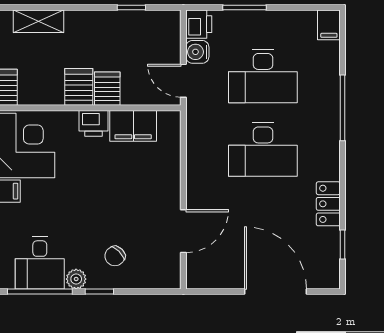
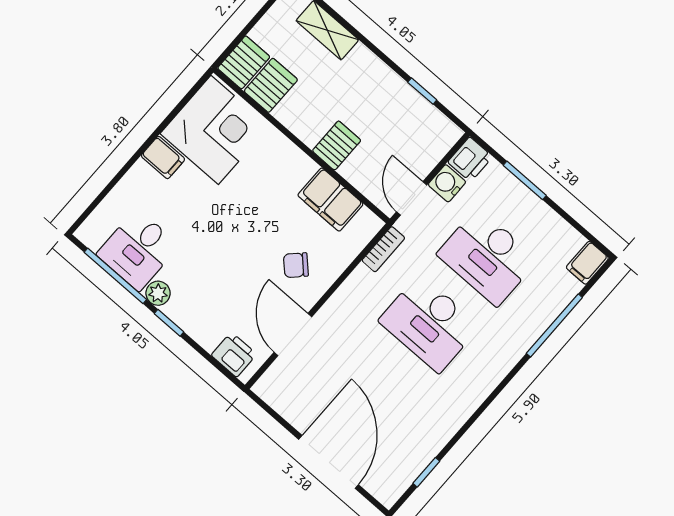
server rack: (79, 87) -> (271, 85), moved
window: (343, 108) -> (554, 326), moved
printer: (93, 123) -> (234, 355), moved, turned 180
bookcase: (194, 128) -> (383, 249), added
locker: (328, 204) -> (445, 424), removed
door: (183, 231) -> (293, 334), swing flipped
chair: (115, 256) -> (296, 265), moved

